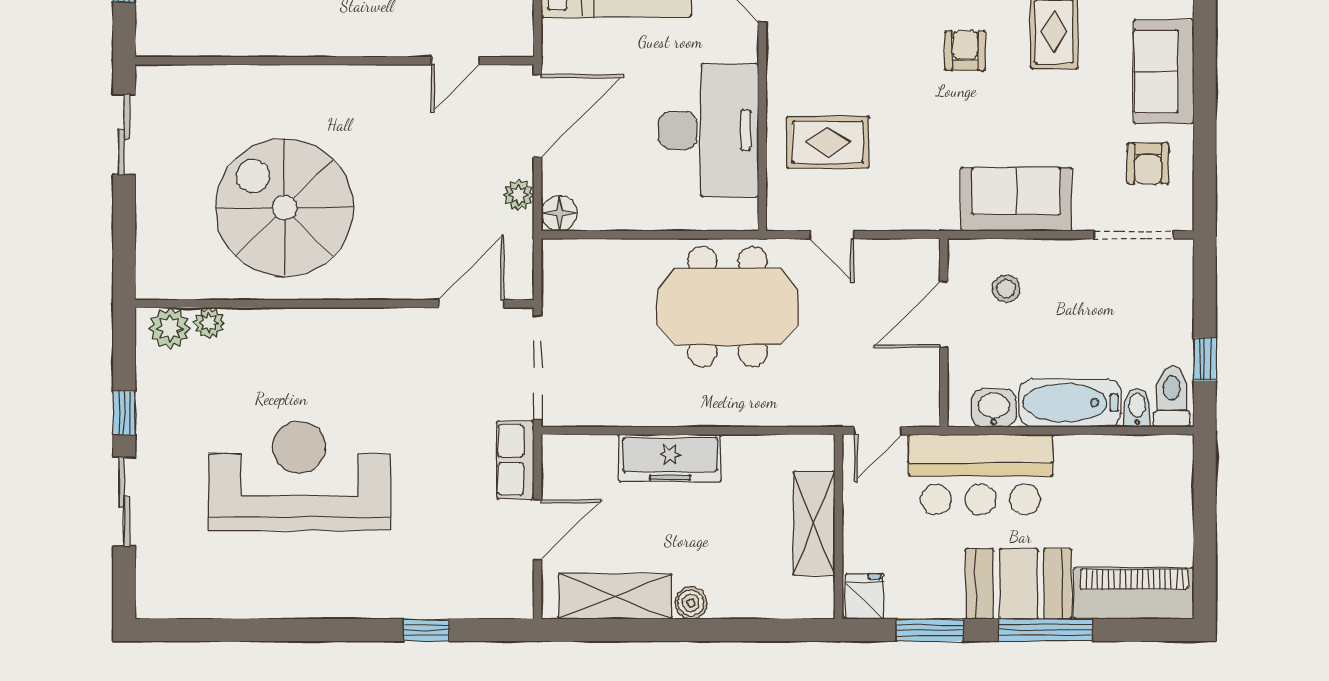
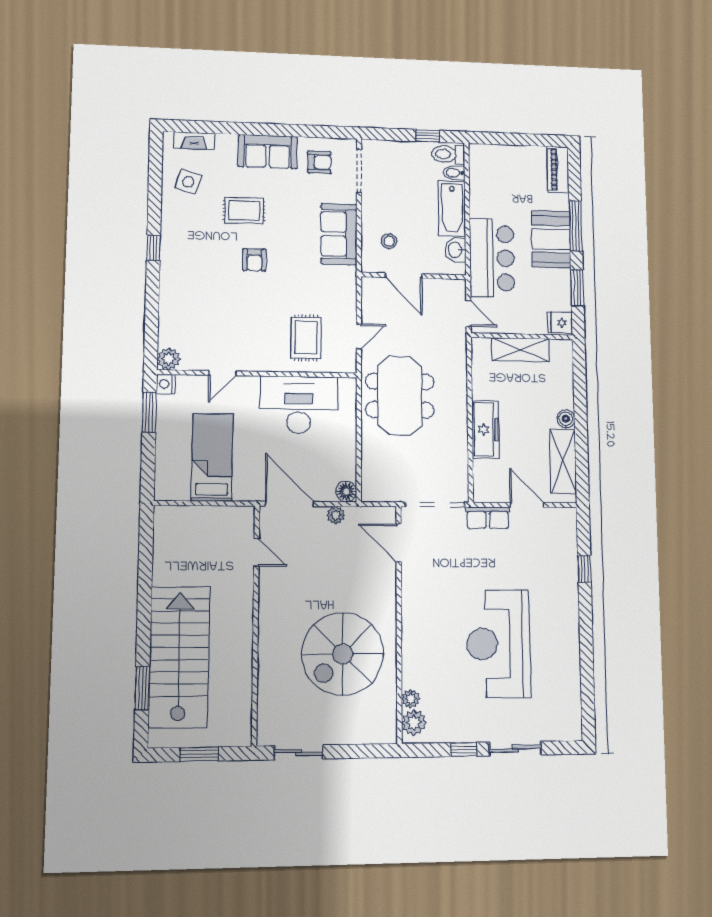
armchair: (965, 51) -> (254, 260), turned -90
piano: (1134, 593) -> (558, 170), width x0.73, depth x0.75

